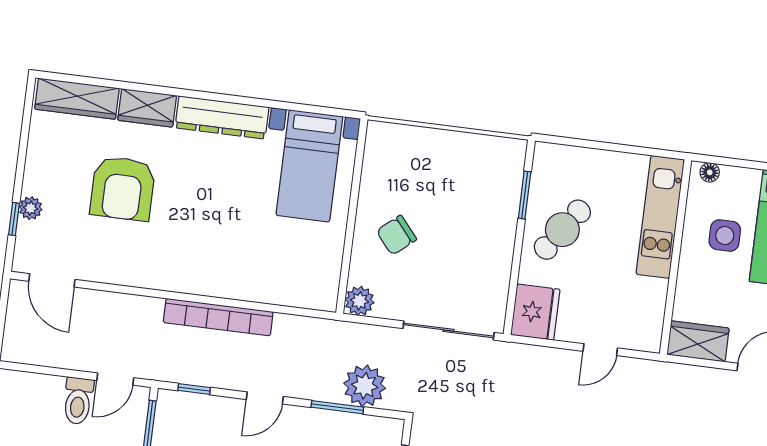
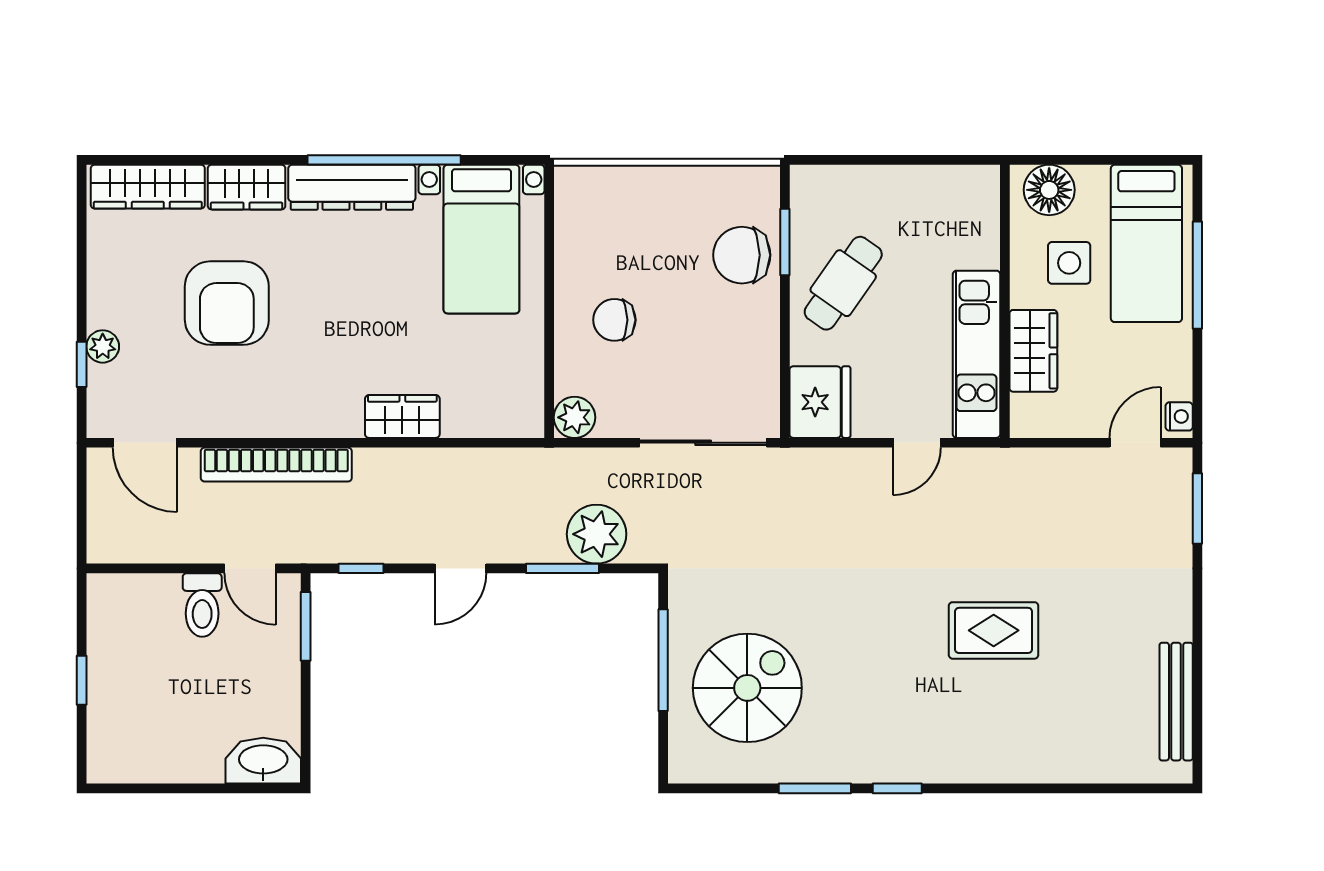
window: (247, 101) -> (384, 160), added
floor lamp: (710, 172) -> (1049, 190), width x1.89, depth x1.89
chair: (493, 201) -> (742, 255), added
kitchen unit: (660, 217) -> (977, 354), moved
chair: (396, 235) -> (614, 320), turned 40
wardrobe: (237, 285) -> (402, 416), added
bookcase: (218, 317) -> (276, 465), moved
wardrobe: (698, 341) -> (1033, 351), moved, turned 90
door: (115, 379) -> (250, 568), hinge flipped

